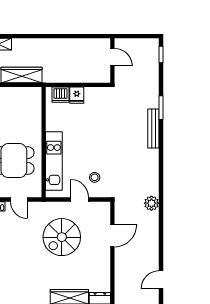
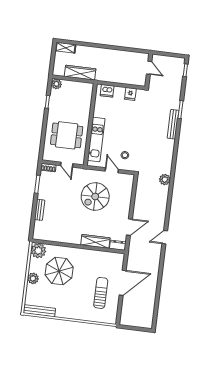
fridge: (77, 95) -> (130, 94), moved
door: (112, 236) -> (129, 227), moved

